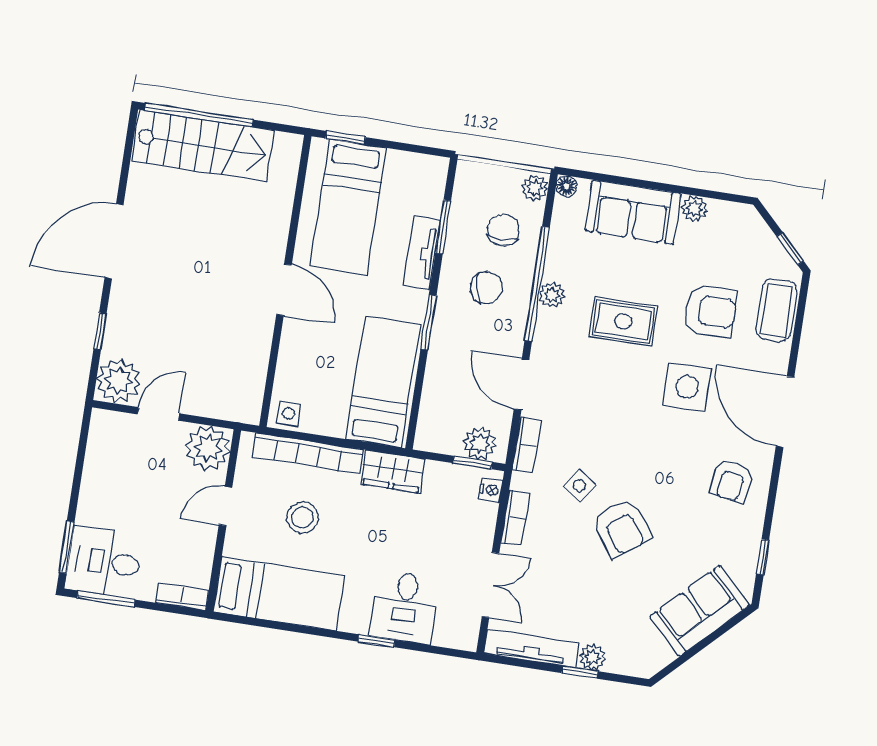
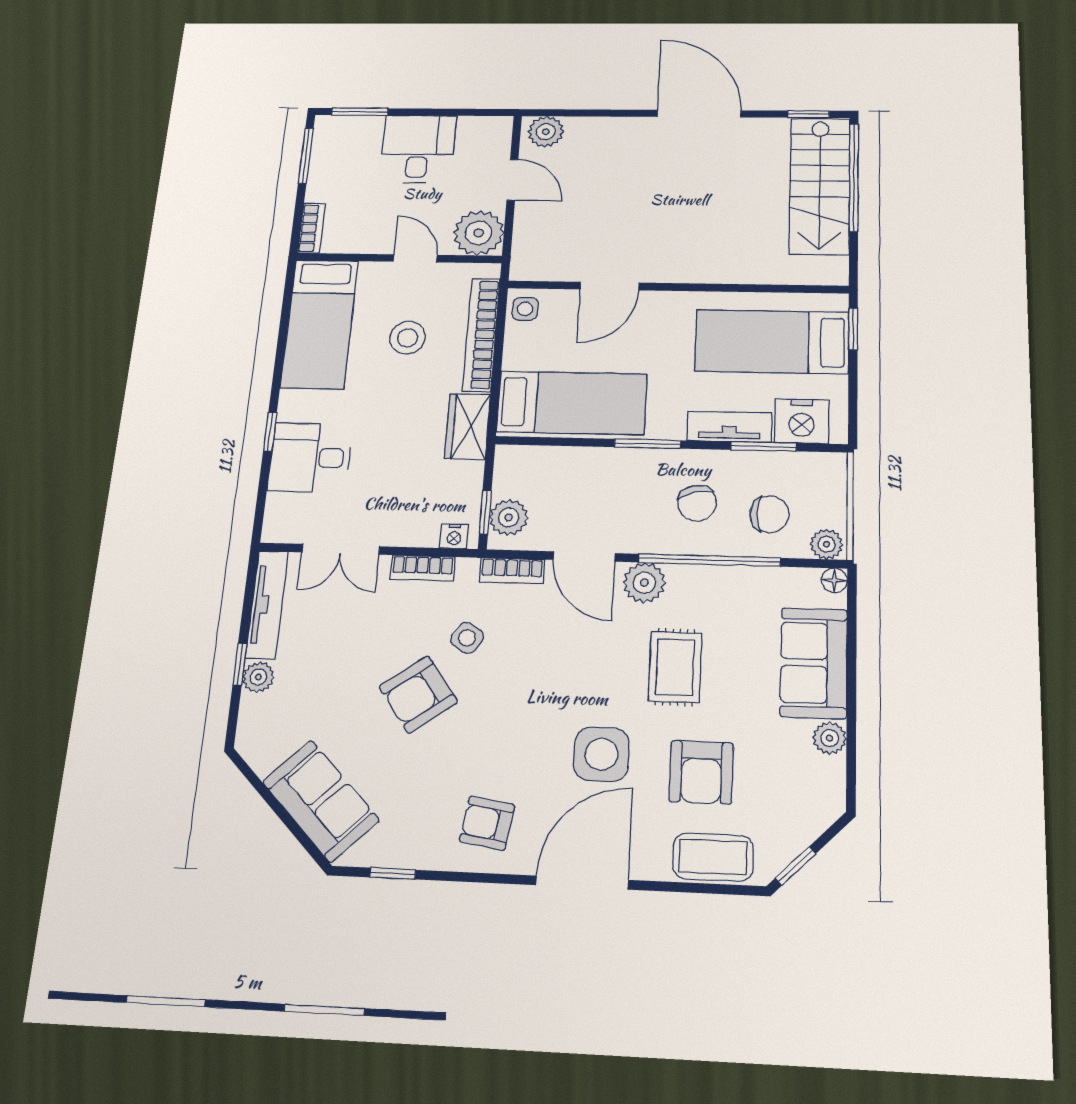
nightstand: (425, 193) -> (802, 421), added
door: (284, 290) -> (610, 286), moved
plant: (552, 295) -> (644, 583), moved, width x1.38, depth x1.38
window: (100, 331) -> (808, 114), moved
plant: (118, 381) -> (546, 132), width x0.73, depth x0.73
door: (522, 384) -> (584, 556), swing flipped
desk: (104, 562) -> (418, 149), moved

